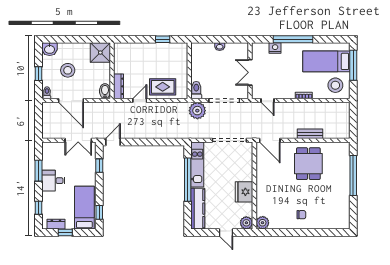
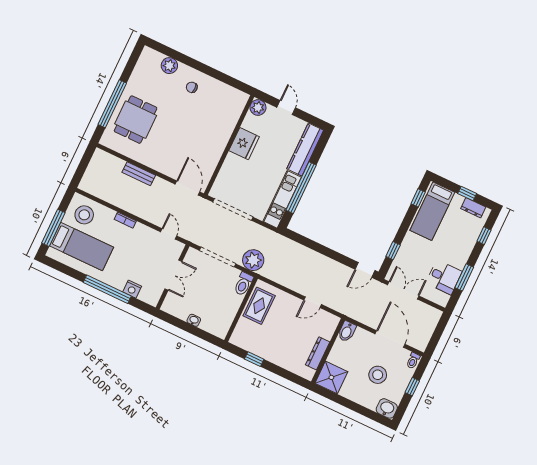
dresser: (119, 86) -> (318, 353), moved
rug: (163, 87) -> (259, 306), moved, turned 90
dining table: (308, 164) -> (136, 120), moved
desk: (53, 181) -> (444, 277), moved
plant: (263, 223) -> (169, 66), moved

